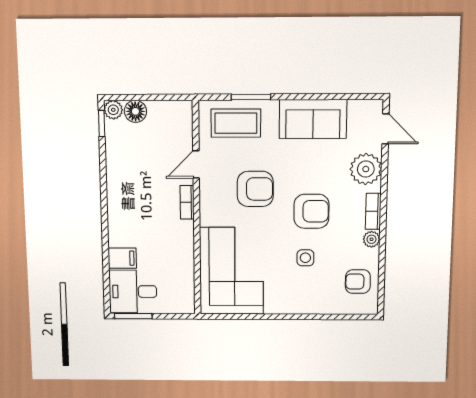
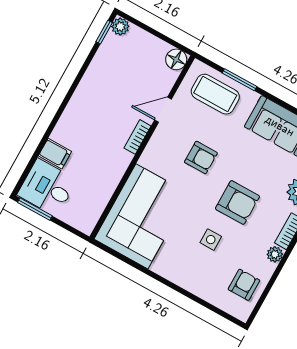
floor lamp: (135, 111) -> (176, 59), moved
armchair: (255, 189) -> (201, 158), width x0.72, depth x0.72
armchair: (358, 282) -> (244, 285), turned 90

